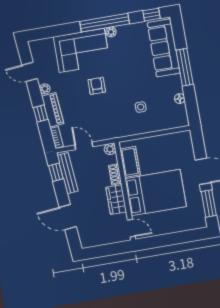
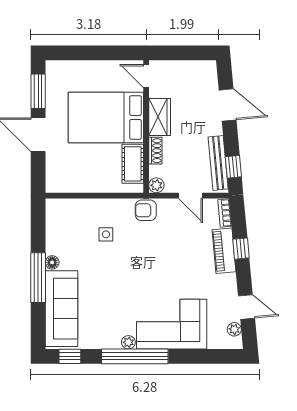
armchair: (97, 86) -> (146, 210), moved, turned 90
plant: (45, 89) -> (234, 329), moved
floor lamp: (180, 99) -> (52, 262), moved

